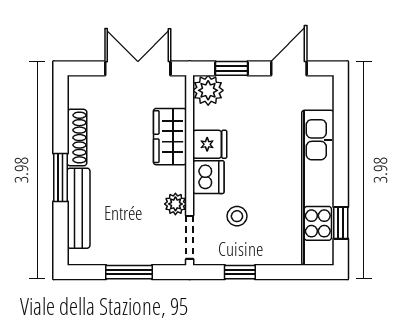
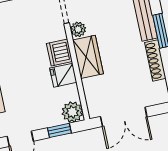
wardrobe: (170, 137) -> (88, 57), moved
stool: (237, 216) -> (34, 30), removed

